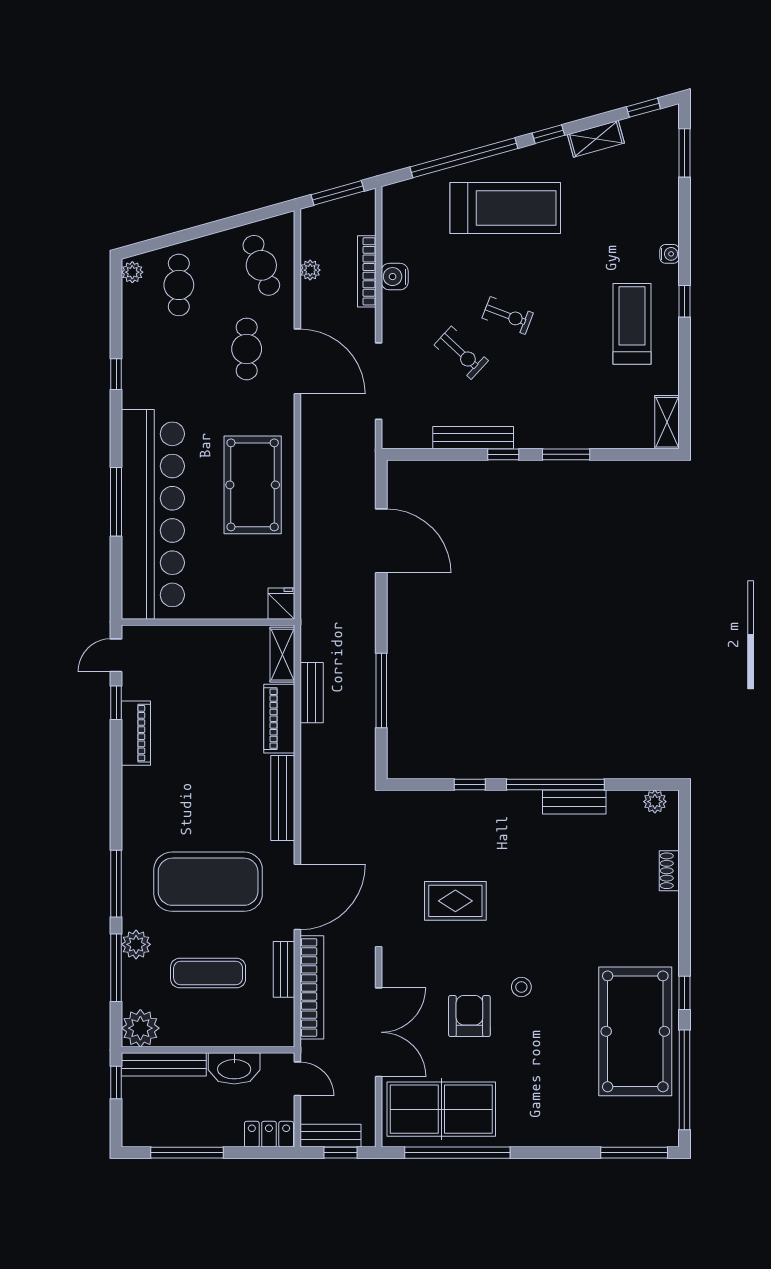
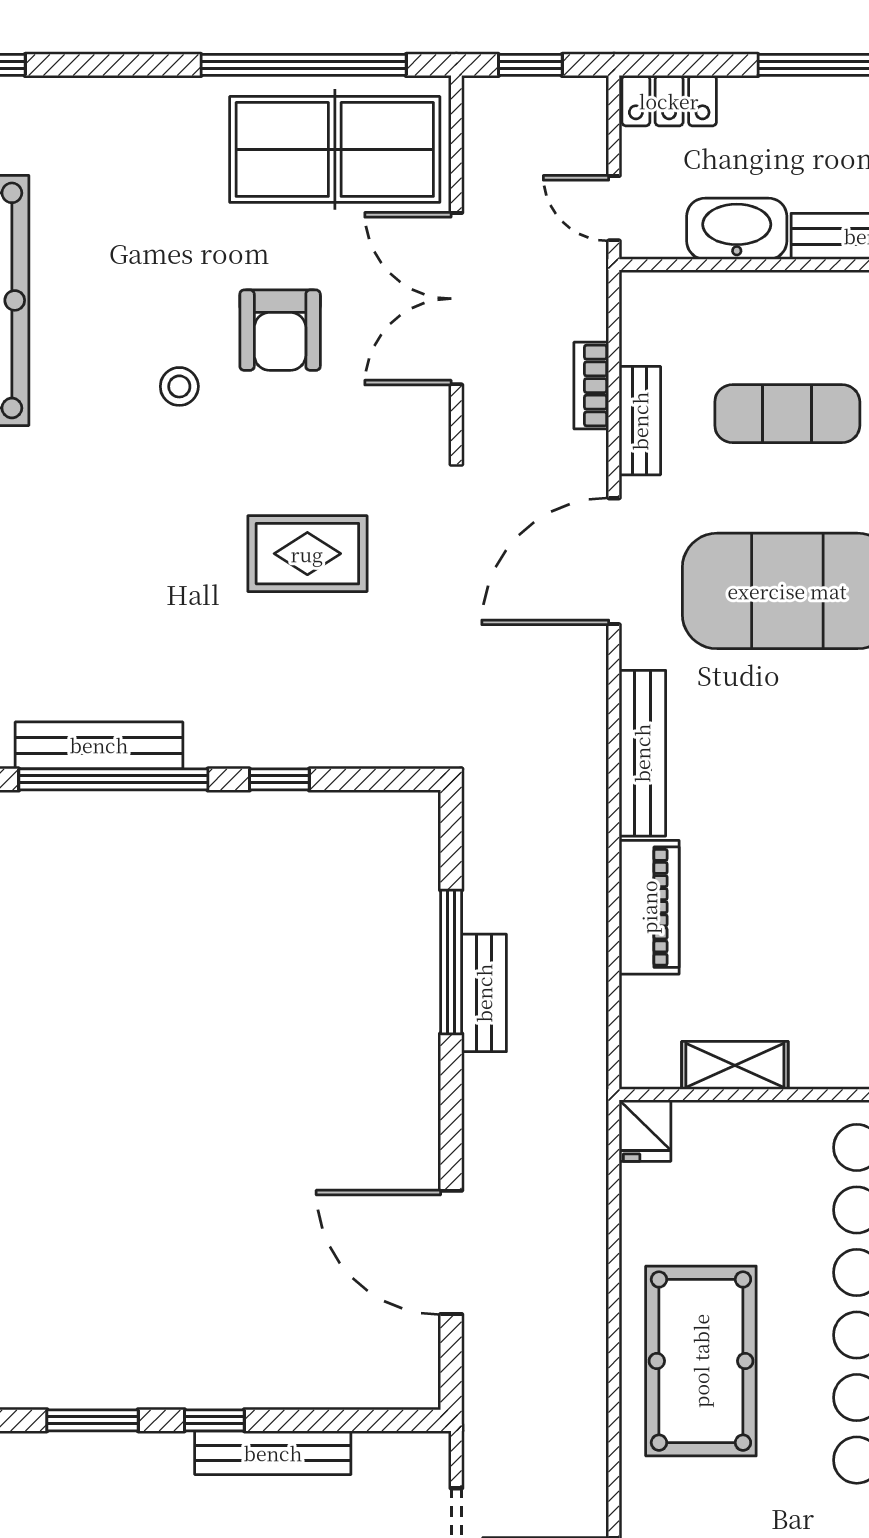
shelving: (282, 655) -> (735, 1065), moved, turned 90
bench: (312, 693) -> (484, 993), moved
bench: (574, 802) -> (99, 745), width x1.36
bookcase: (312, 987) -> (591, 386), width x0.43, depth x0.76
bench: (330, 1136) -> (550, 98), removed

